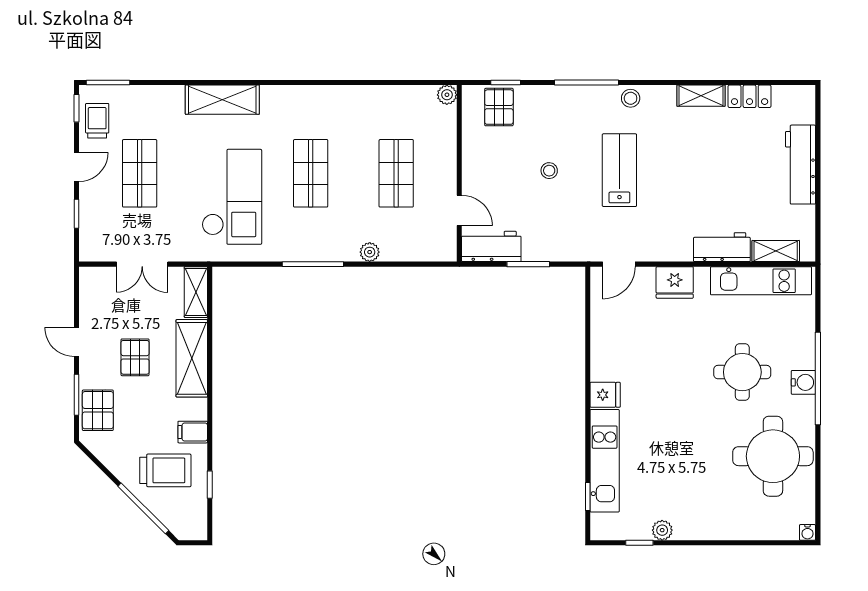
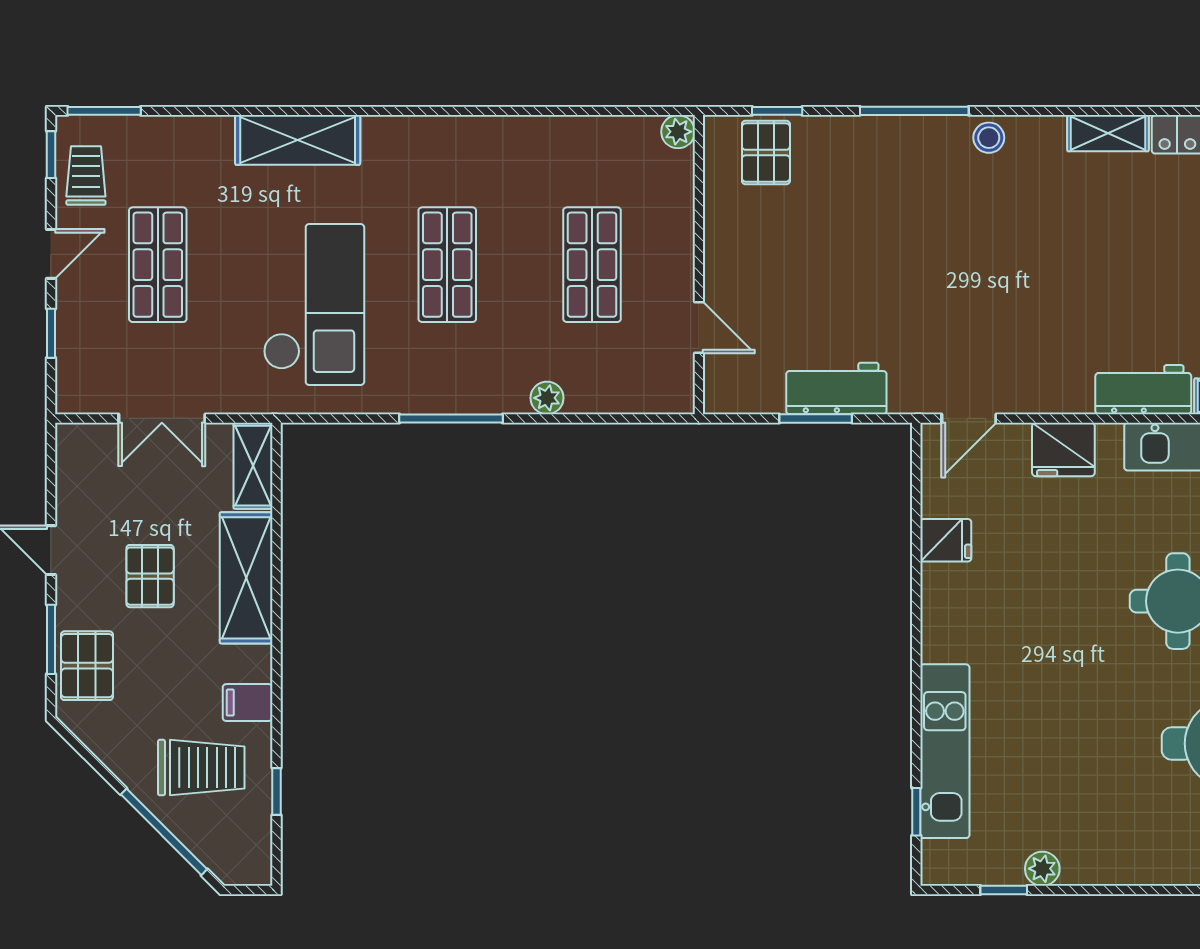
lab bench: (619, 170) -> (970, 259), removed
stool: (549, 171) -> (851, 260), removed
workbench: (491, 246) -> (836, 388), moved
fridge: (605, 395) -> (946, 540), moved

